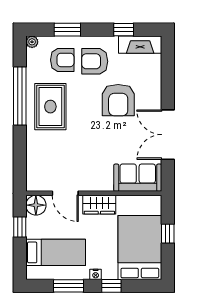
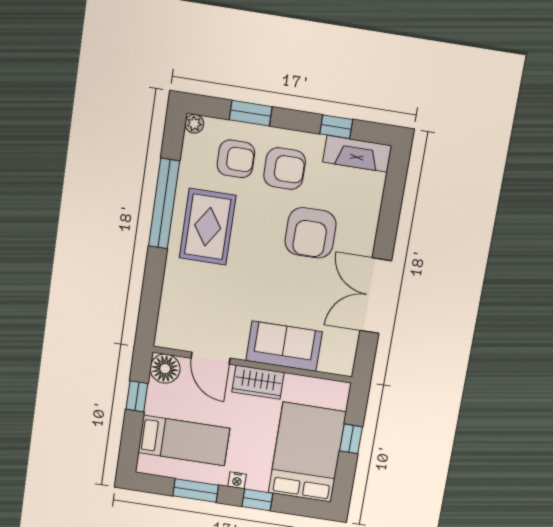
armchair: (95, 61) -> (285, 169), turned 180
sofa: (138, 178) -> (284, 346), moved

